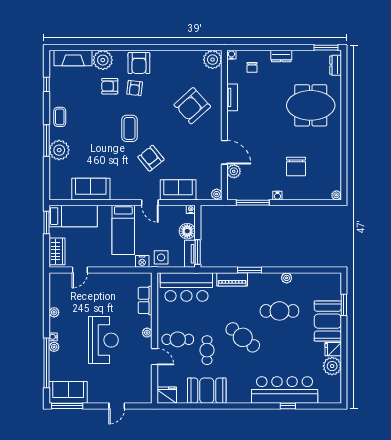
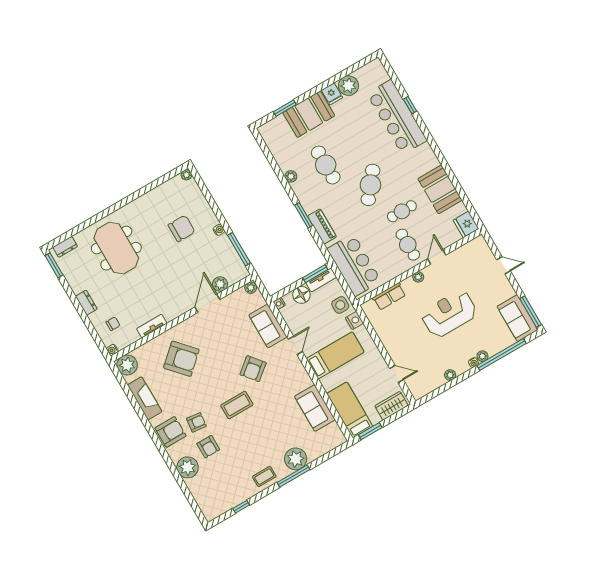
fireplace: (73, 58) -> (145, 398), moved

